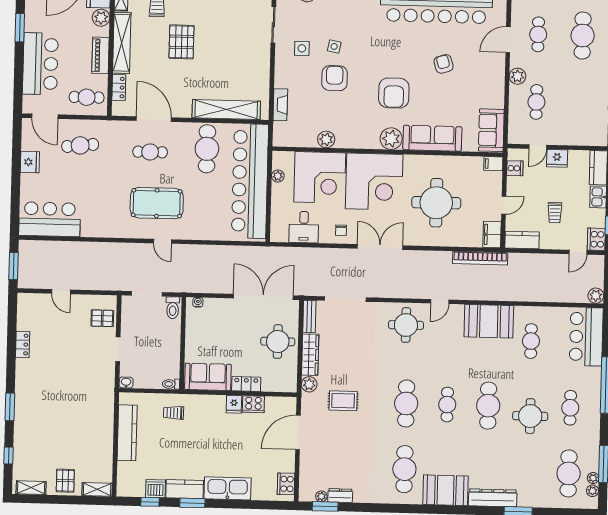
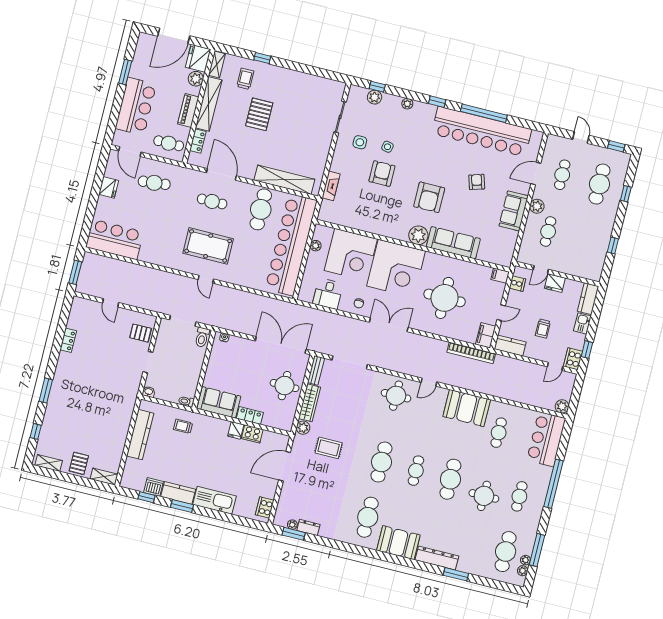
sofa: (491, 130) -> (514, 211), moved
plant: (326, 139) -> (363, 224), removed

